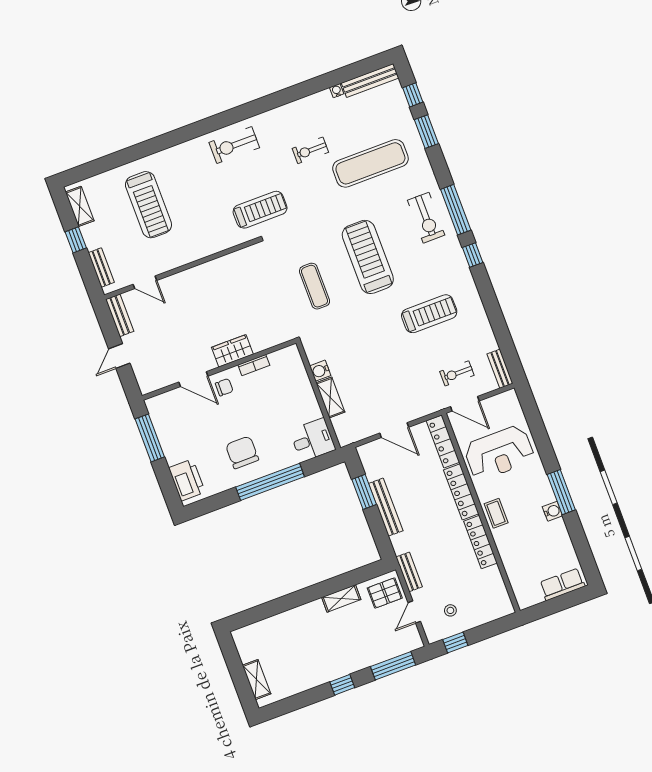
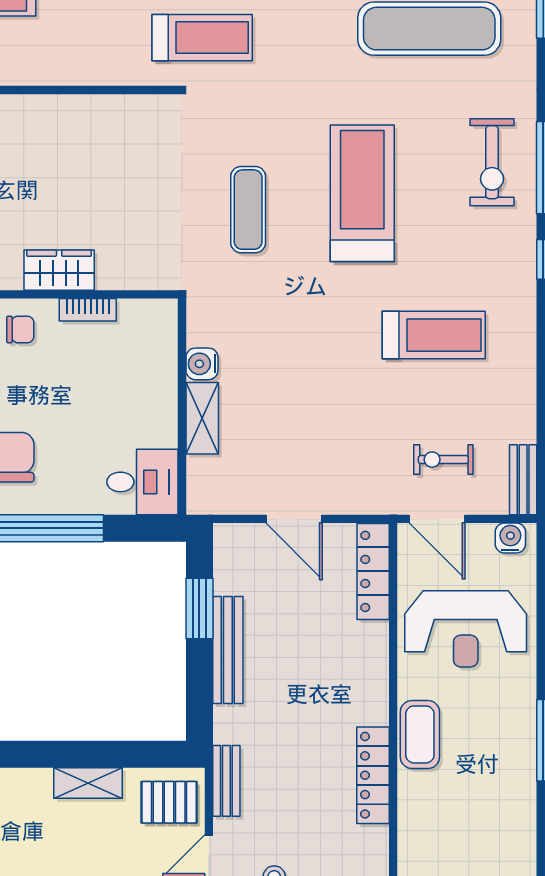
locker: (461, 492) -> (372, 673), removed
water cooler: (552, 511) -> (510, 538), moved, turned -90
coffee table: (496, 513) -> (420, 734), width x1.36, depth x1.30

